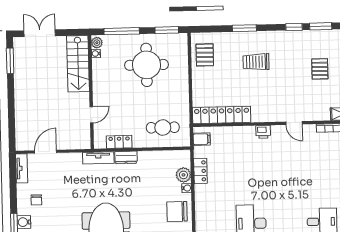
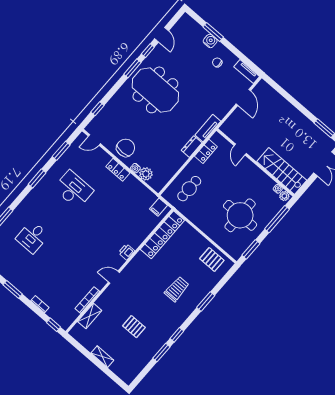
locker: (200, 171) -> (118, 170), moved

